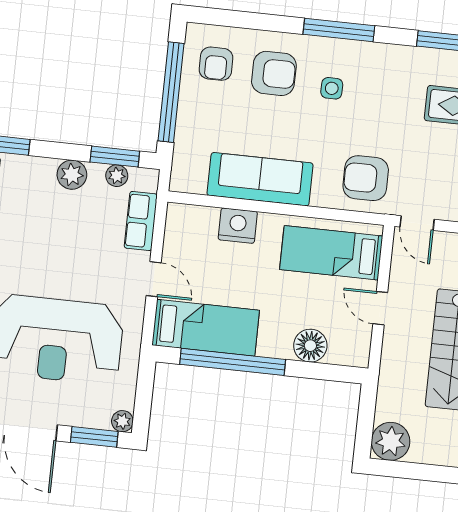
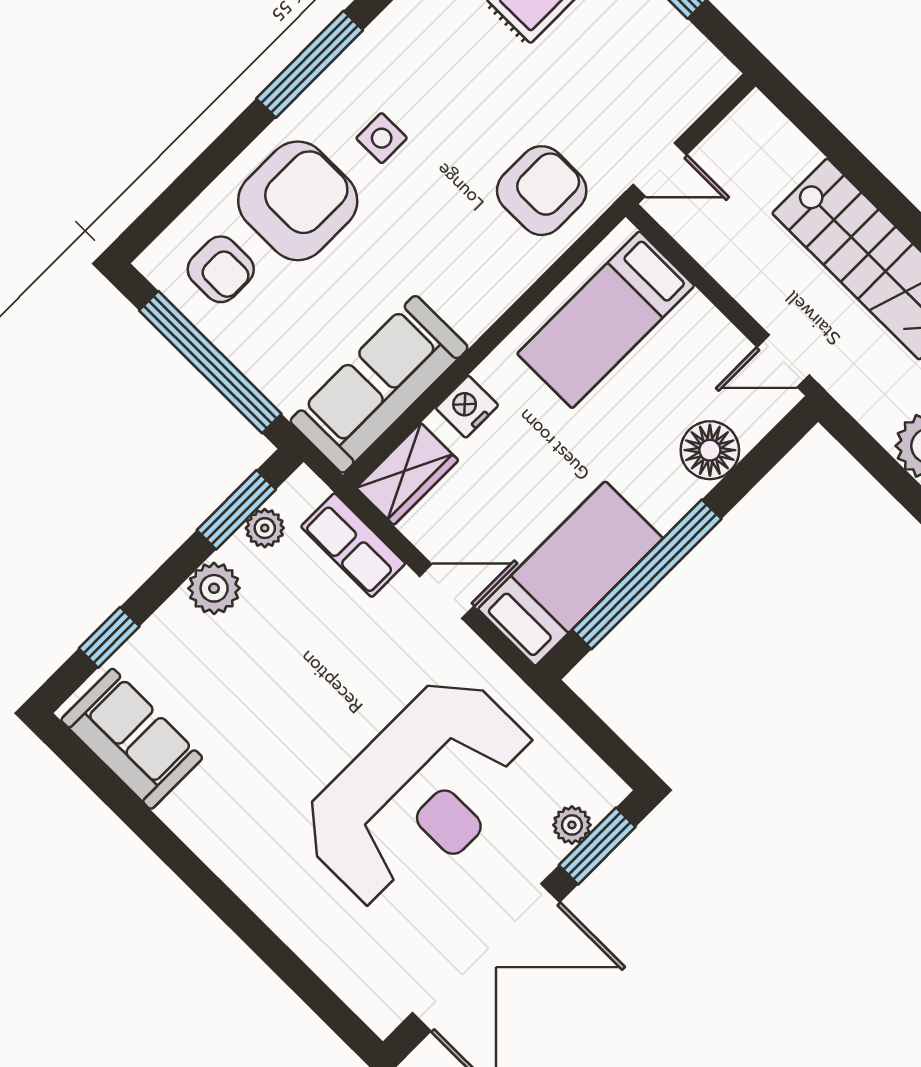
armchair: (274, 73) -> (298, 201), width x1.36, depth x1.36
armchair: (366, 178) -> (542, 191), turned 180
sofa: (260, 179) -> (379, 384), moved
wardrobe: (192, 220) -> (407, 474), added
nightstand: (238, 226) -> (467, 407), width x0.74, depth x0.75
door: (380, 308) -> (783, 361), moved
plant: (122, 421) -> (572, 825), moved

